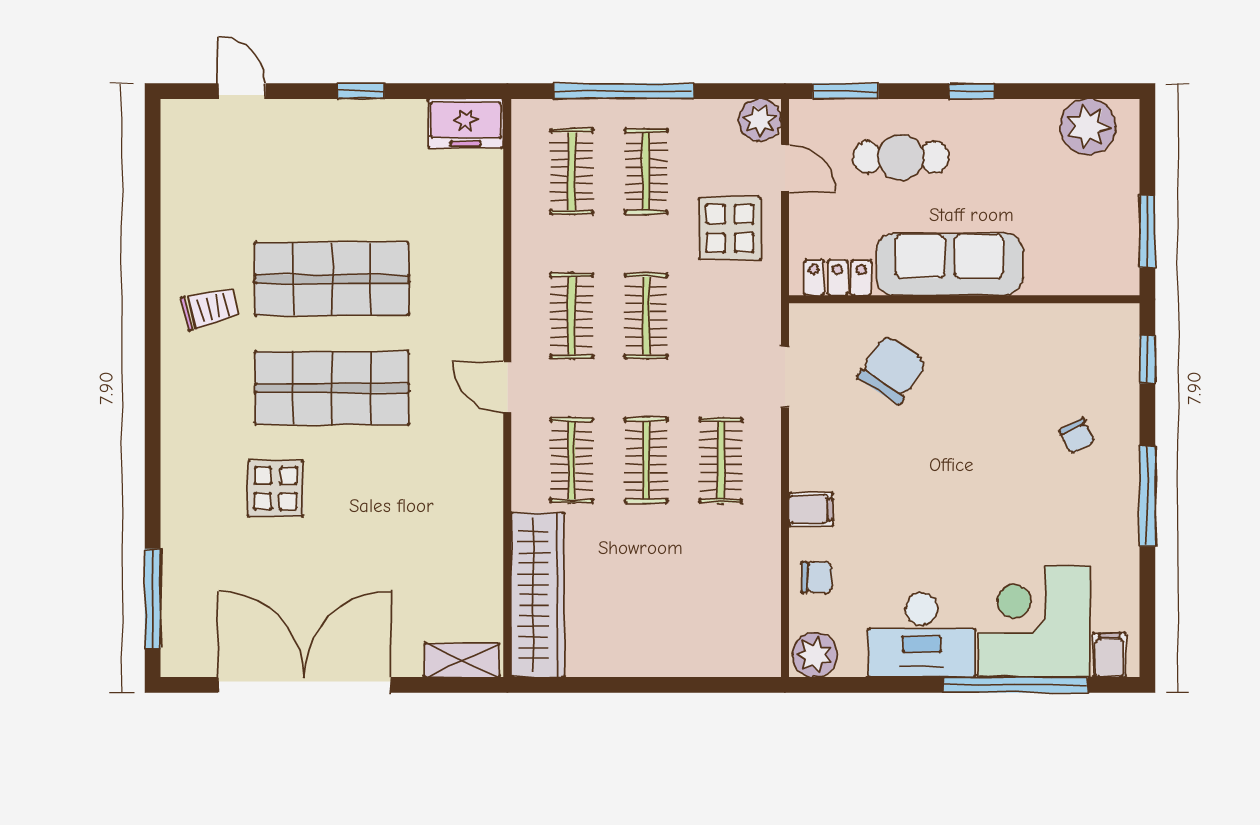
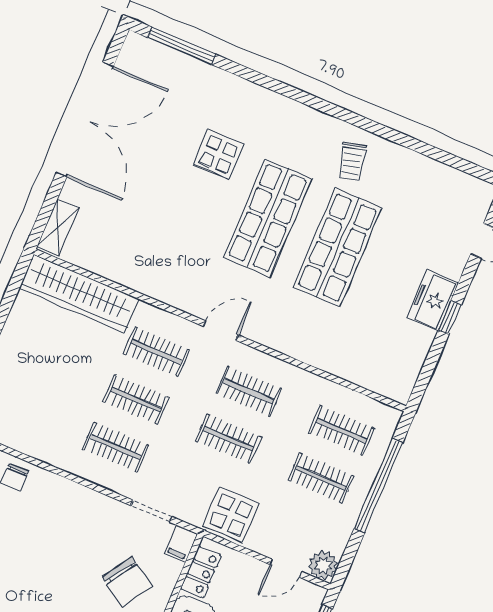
freezer: (466, 123) -> (433, 300), moved
display table: (730, 228) -> (231, 515), moved
filing cabinet: (811, 509) -> (181, 543), moved

